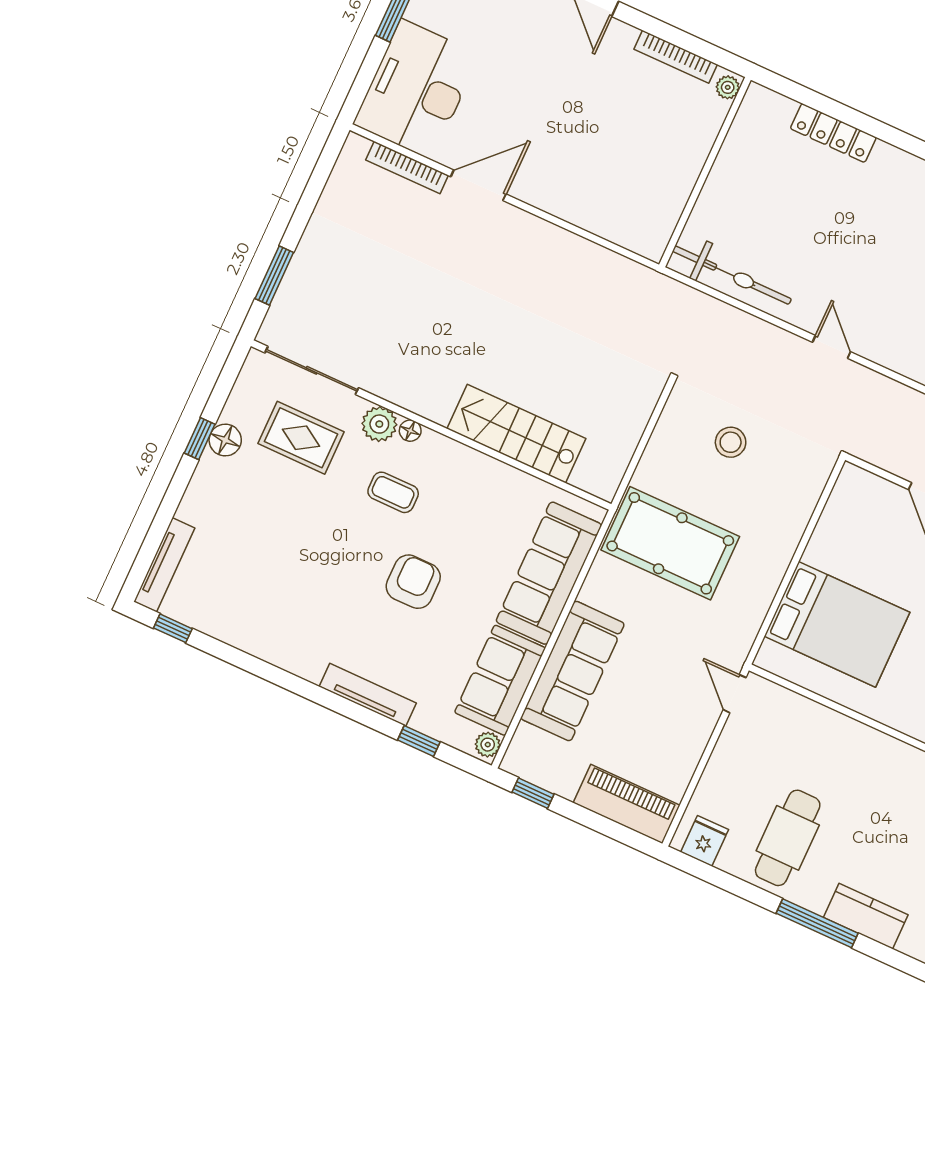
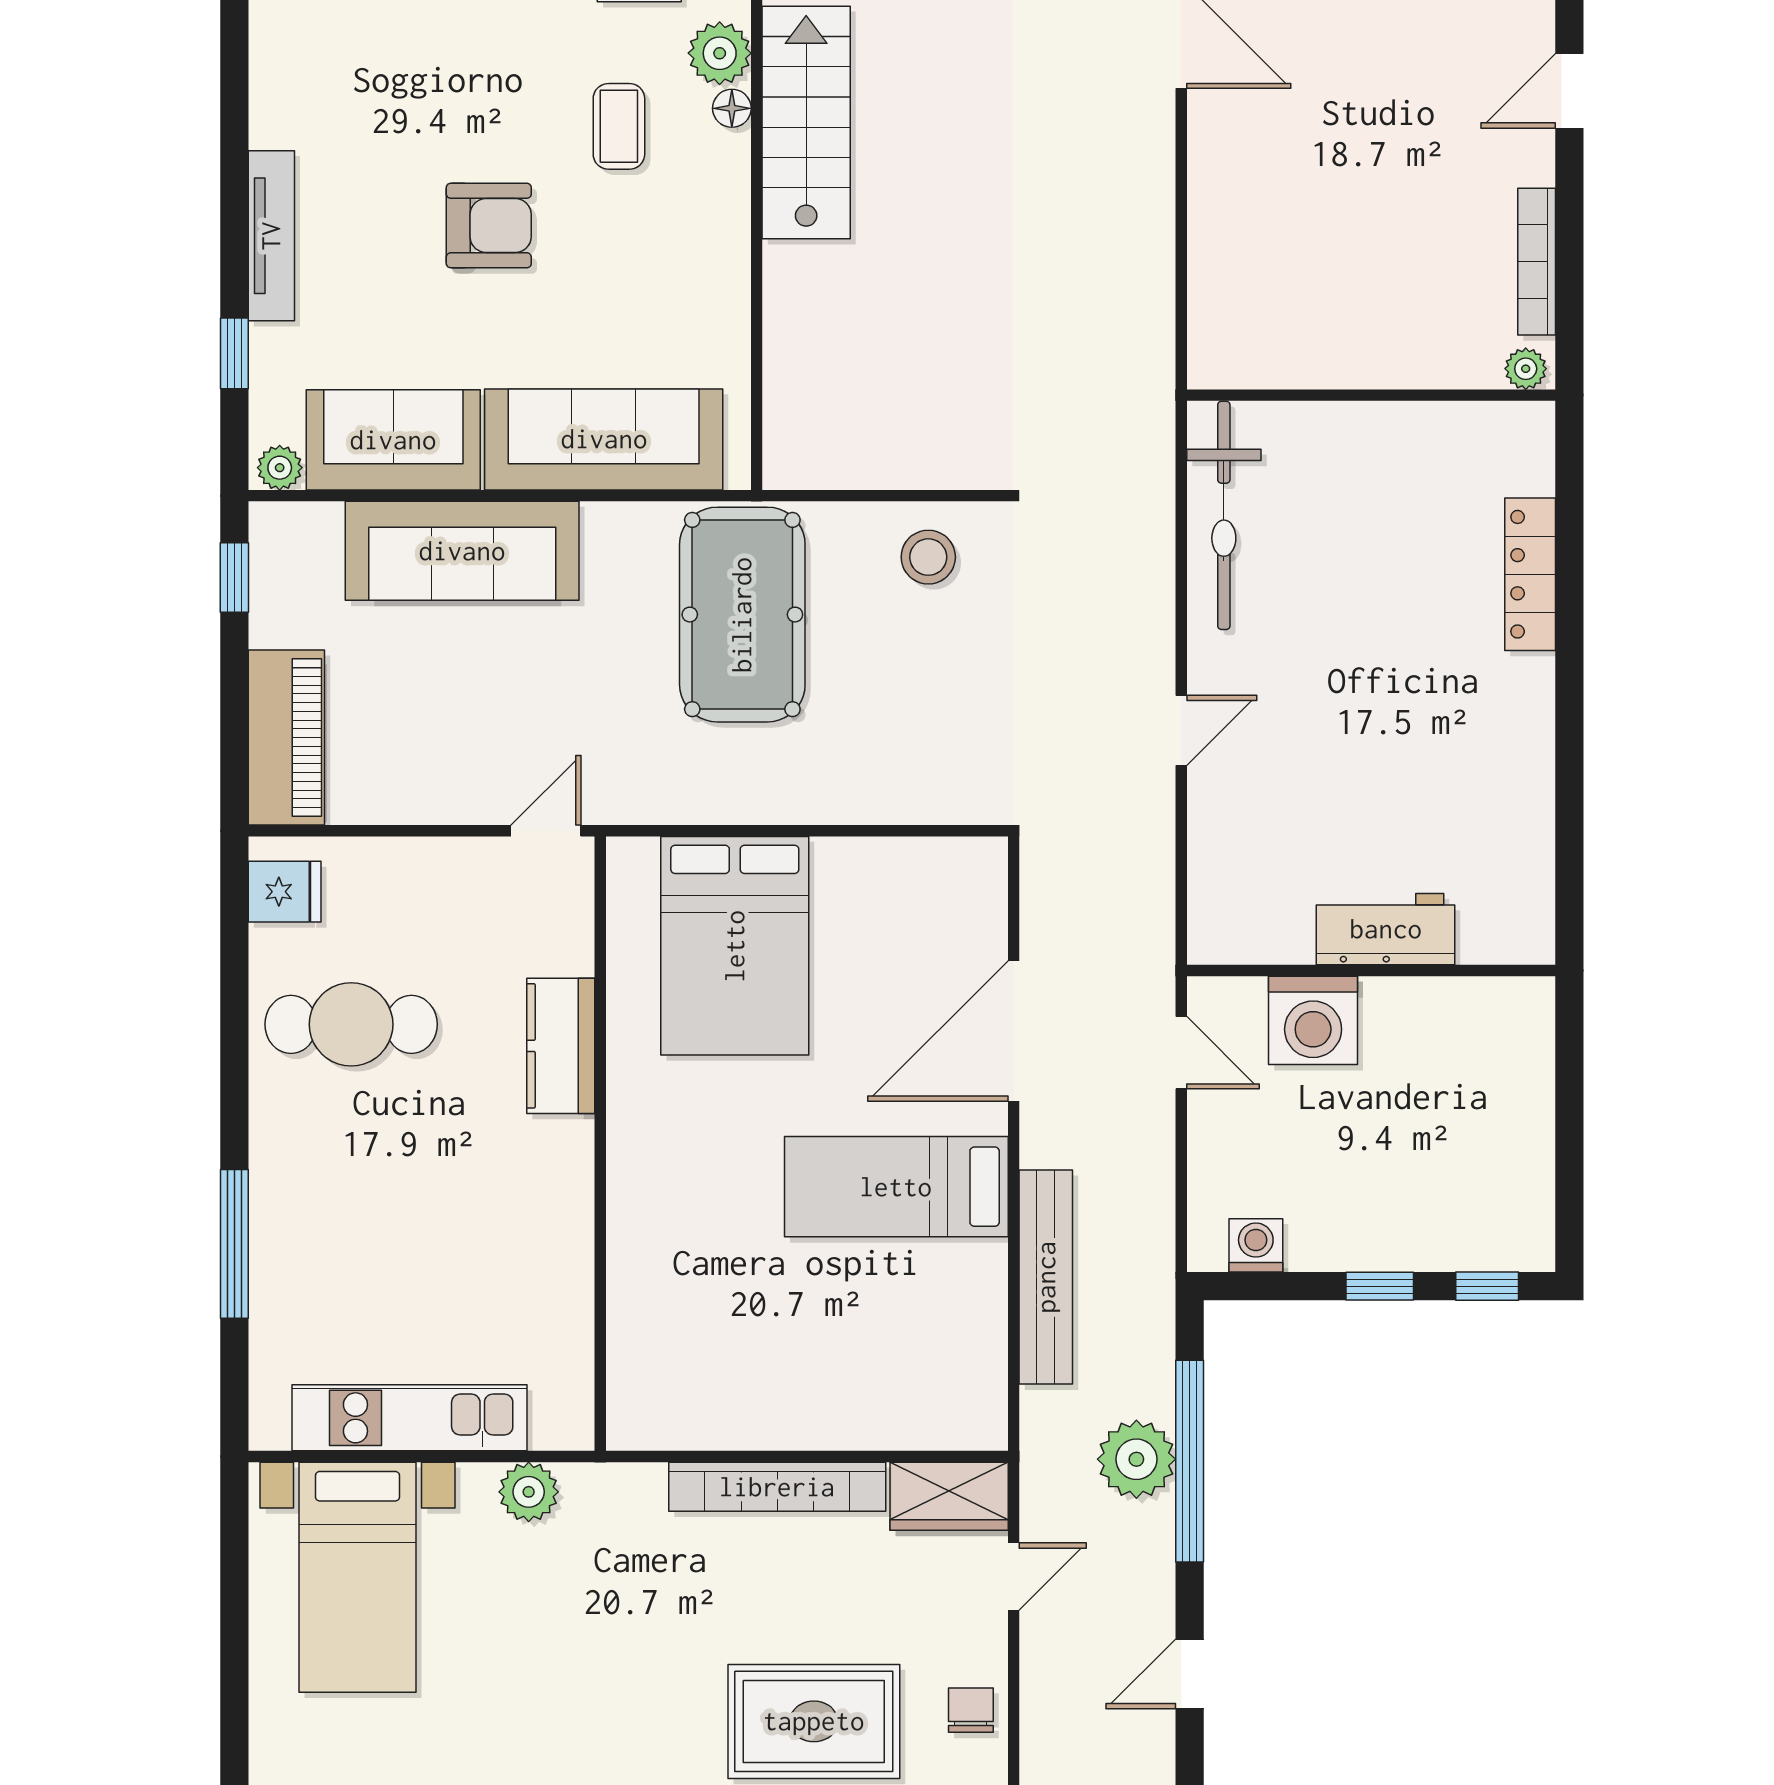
stairs: (516, 434) -> (806, 123), moved
stool: (731, 442) -> (928, 557), moved
kitchen counter: (866, 916) -> (561, 1046), moved, turned 180
window: (817, 923) -> (234, 1244), moved

